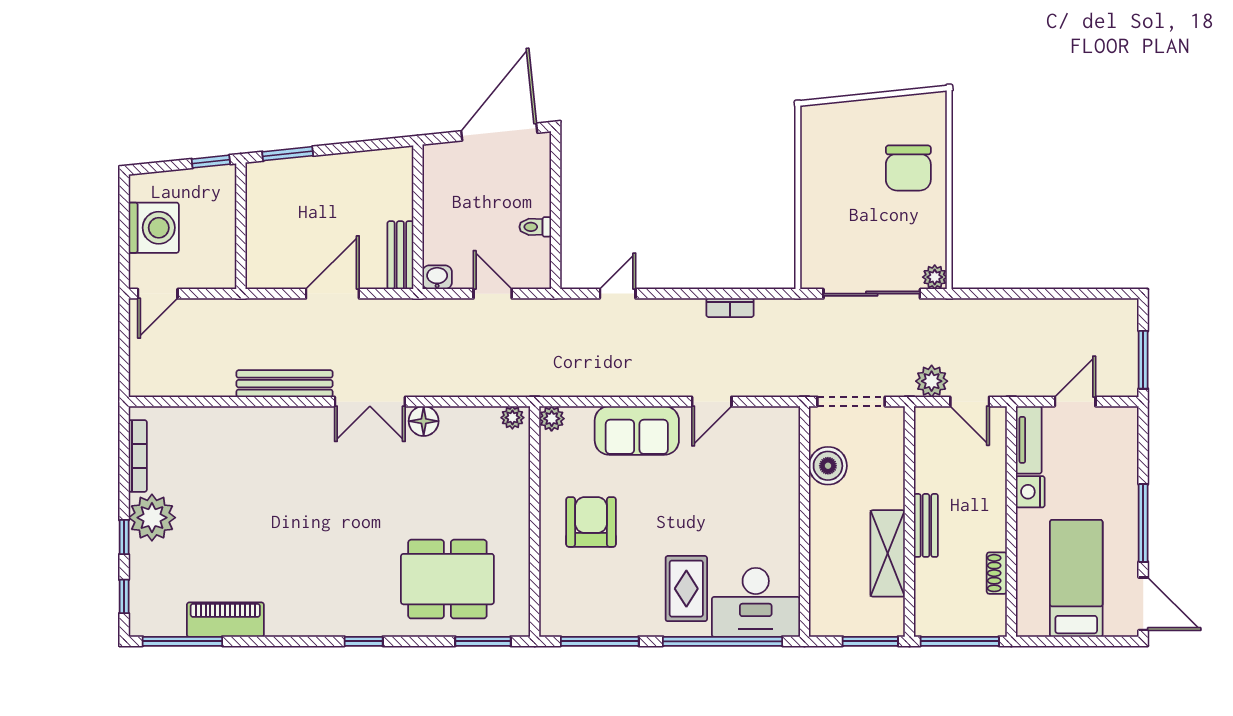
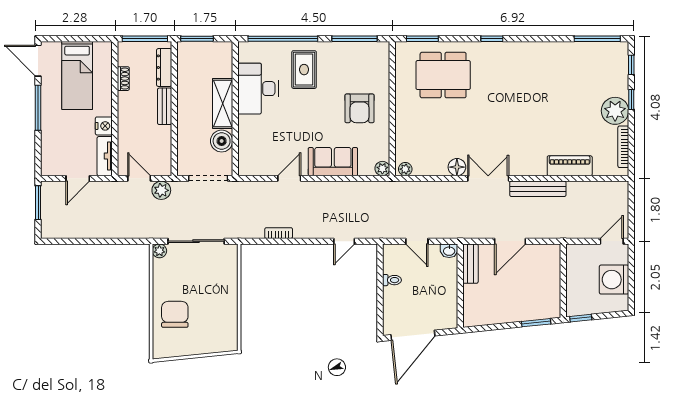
shelving: (888, 553) -> (223, 103), moved
dresser: (927, 592) -> (164, 68), added
desk: (756, 602) -> (258, 89), moved, turned -90
piano: (225, 620) -> (570, 166), moved, turned 180

